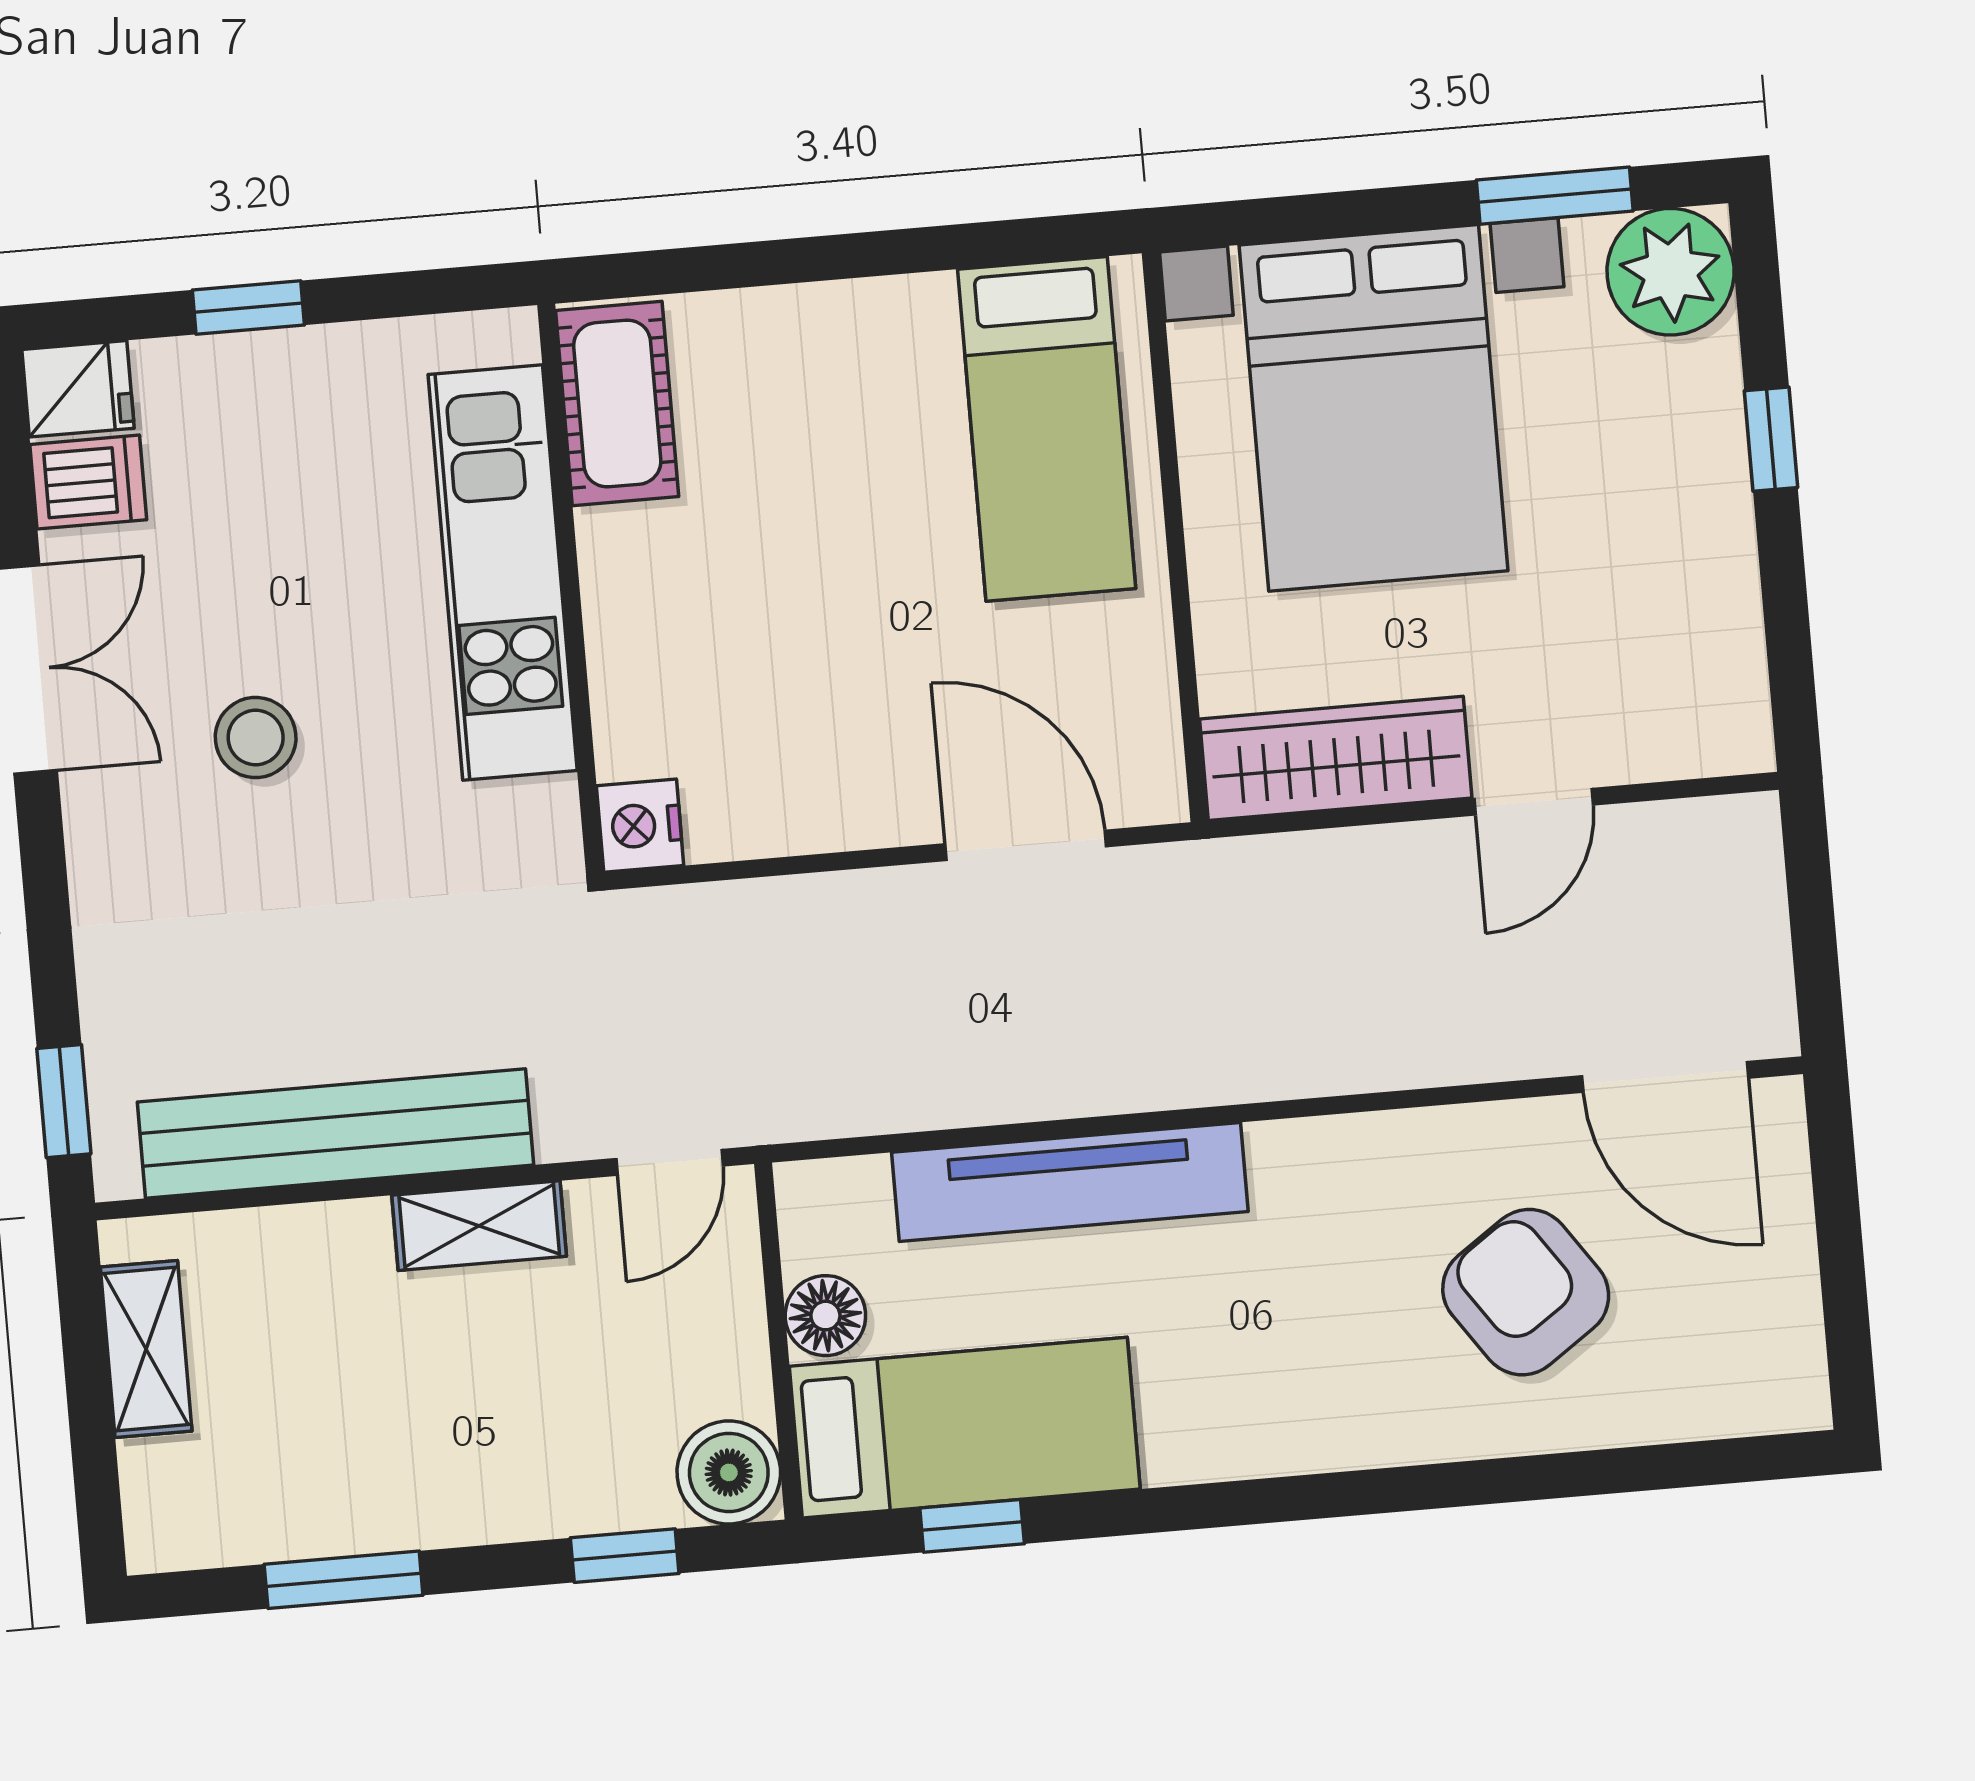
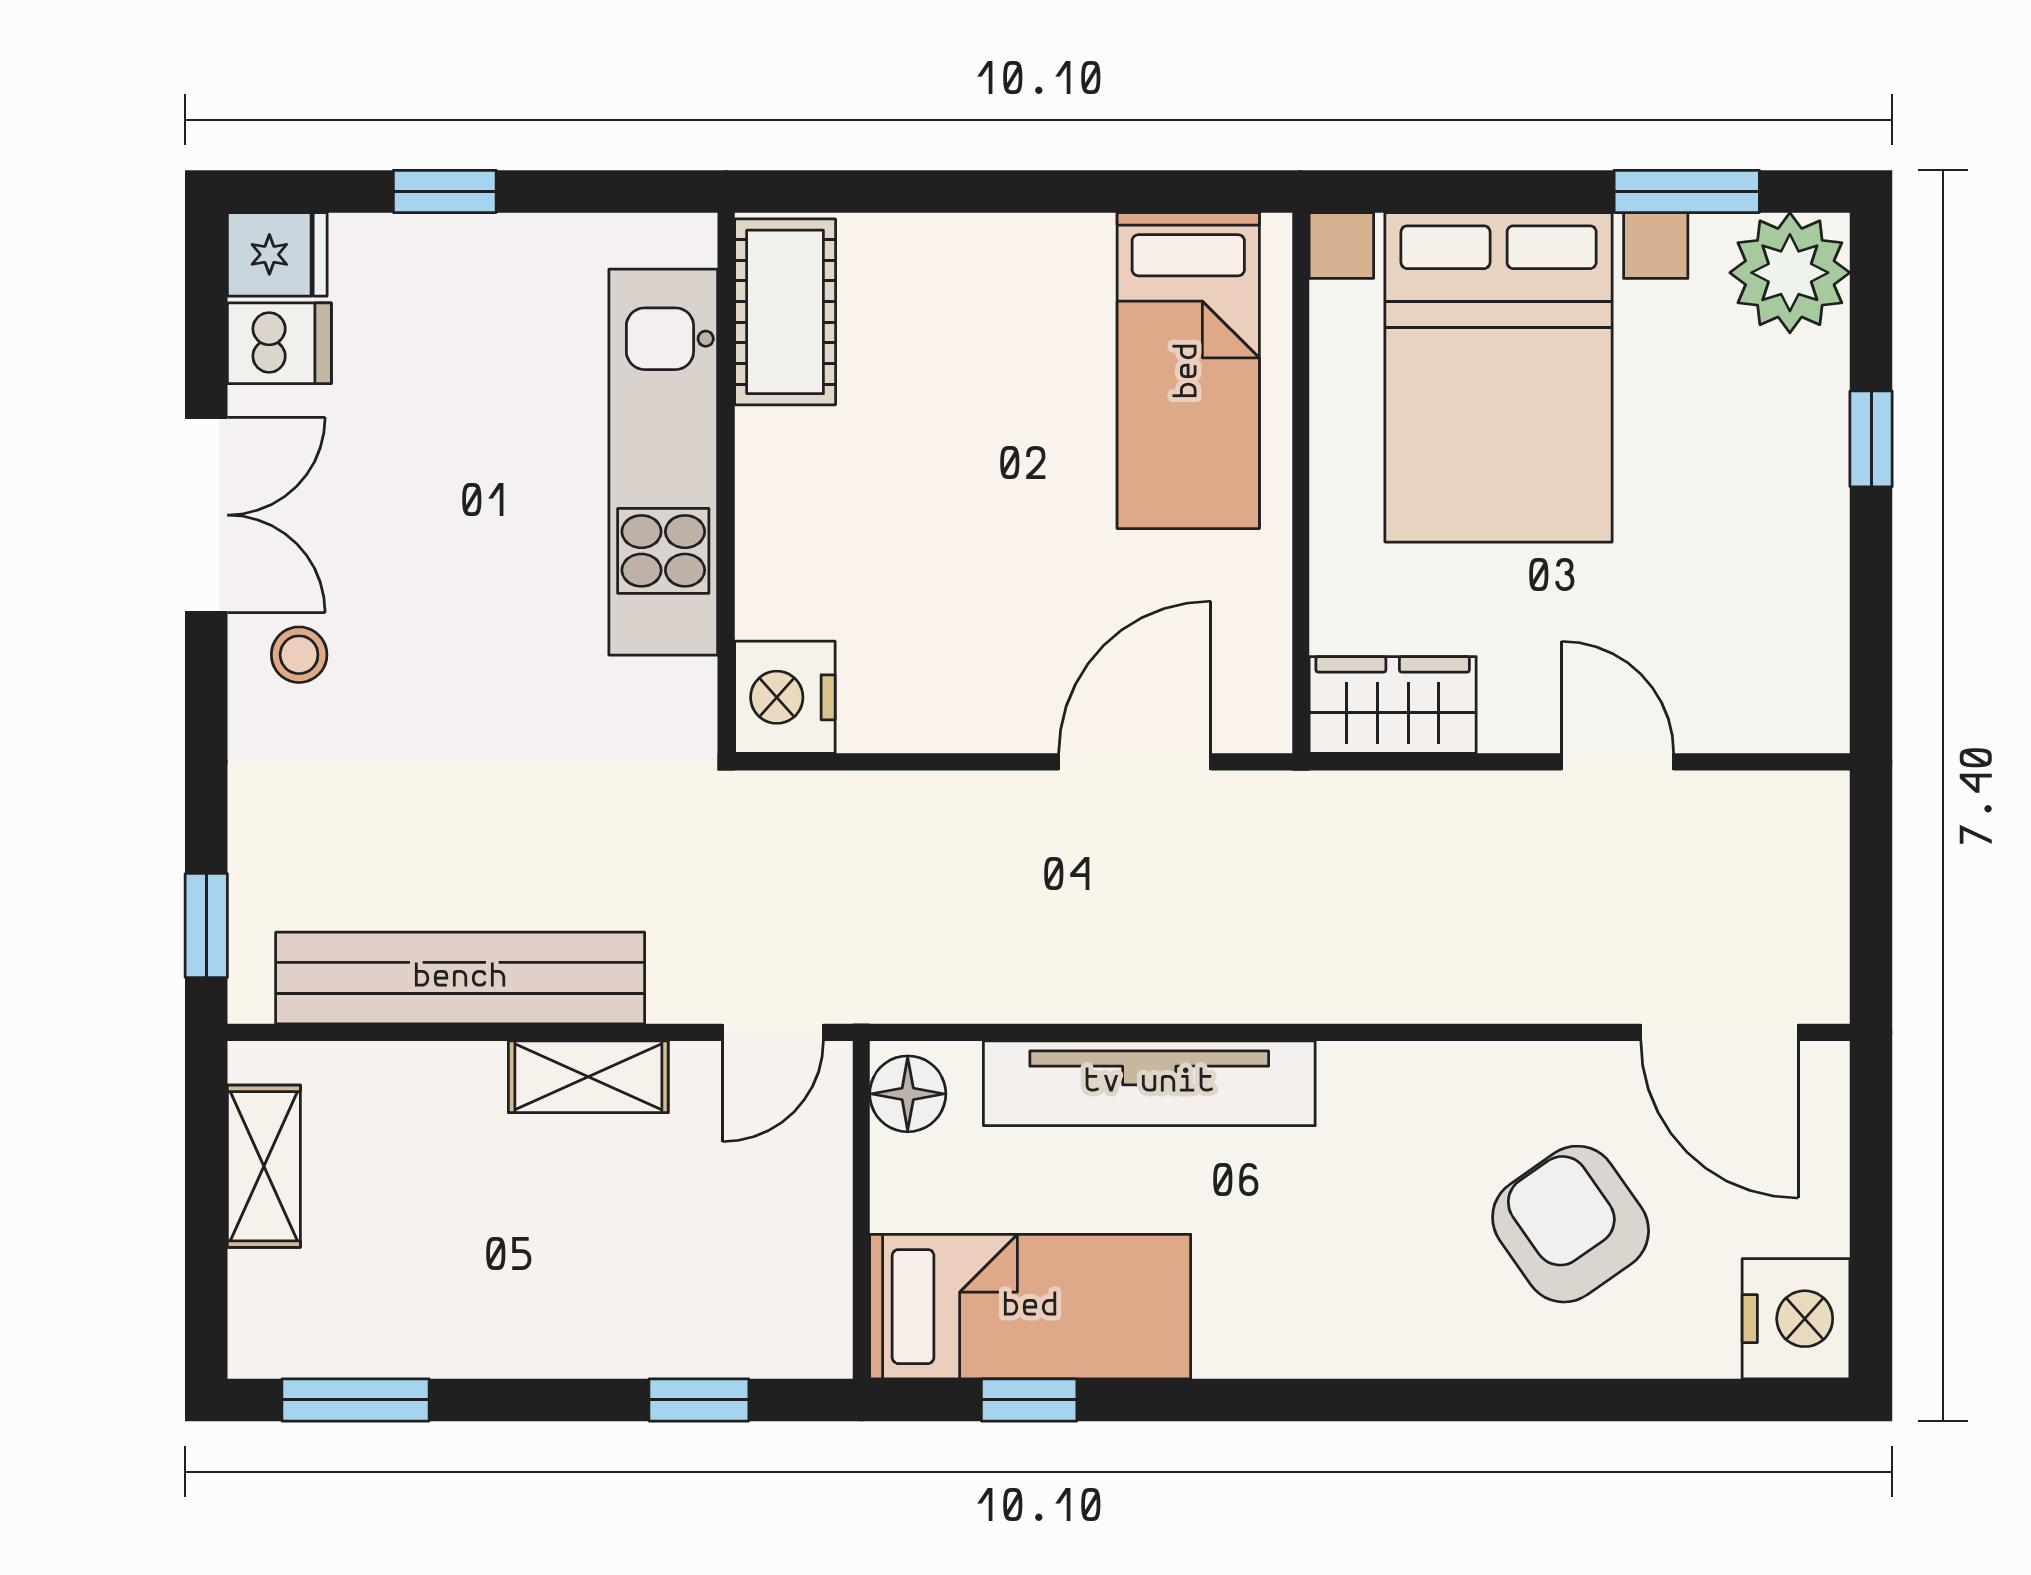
stool: (256, 738) -> (299, 655), moved, width x0.73, depth x0.73
wardrobe: (1336, 758) -> (1393, 705), width x0.67
door: (1534, 802) -> (1618, 762), swing flipped
nightstand: (640, 826) -> (785, 697), width x1.36, depth x1.33
door: (1026, 845) -> (1135, 762), hinge flipped
floor lamp: (825, 1316) -> (908, 1094), moved
nightstand: (1771, 1371) -> (1796, 1319), added
boiler: (729, 1472) -> (804, 1330), removed
window: (344, 1580) -> (356, 1400), moved

